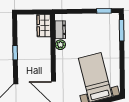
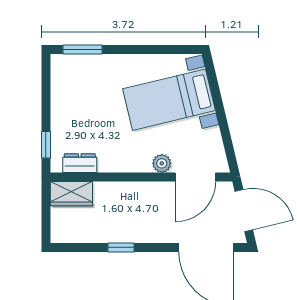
window: (104, 11) -> (46, 145), moved
plant: (60, 45) -> (162, 163), moved

